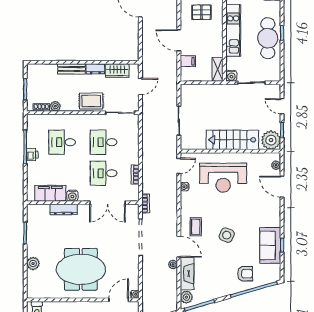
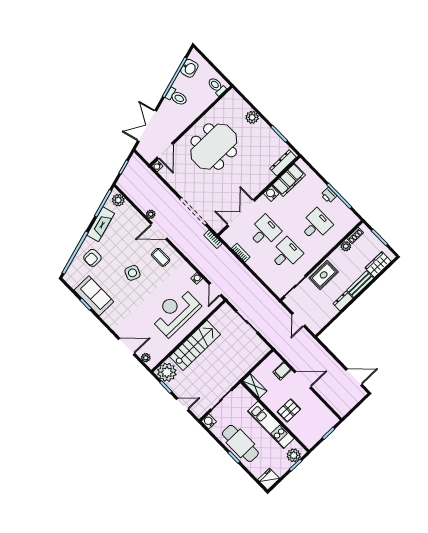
pallet: (201, 12) -> (289, 410), moved
wardrobe: (117, 71) -> (378, 265), moved
water cooler: (231, 76) -> (209, 421), moved
dresser: (64, 209) -> (283, 163), moved
fireplace: (187, 274) -> (101, 224), moved, turned -106

